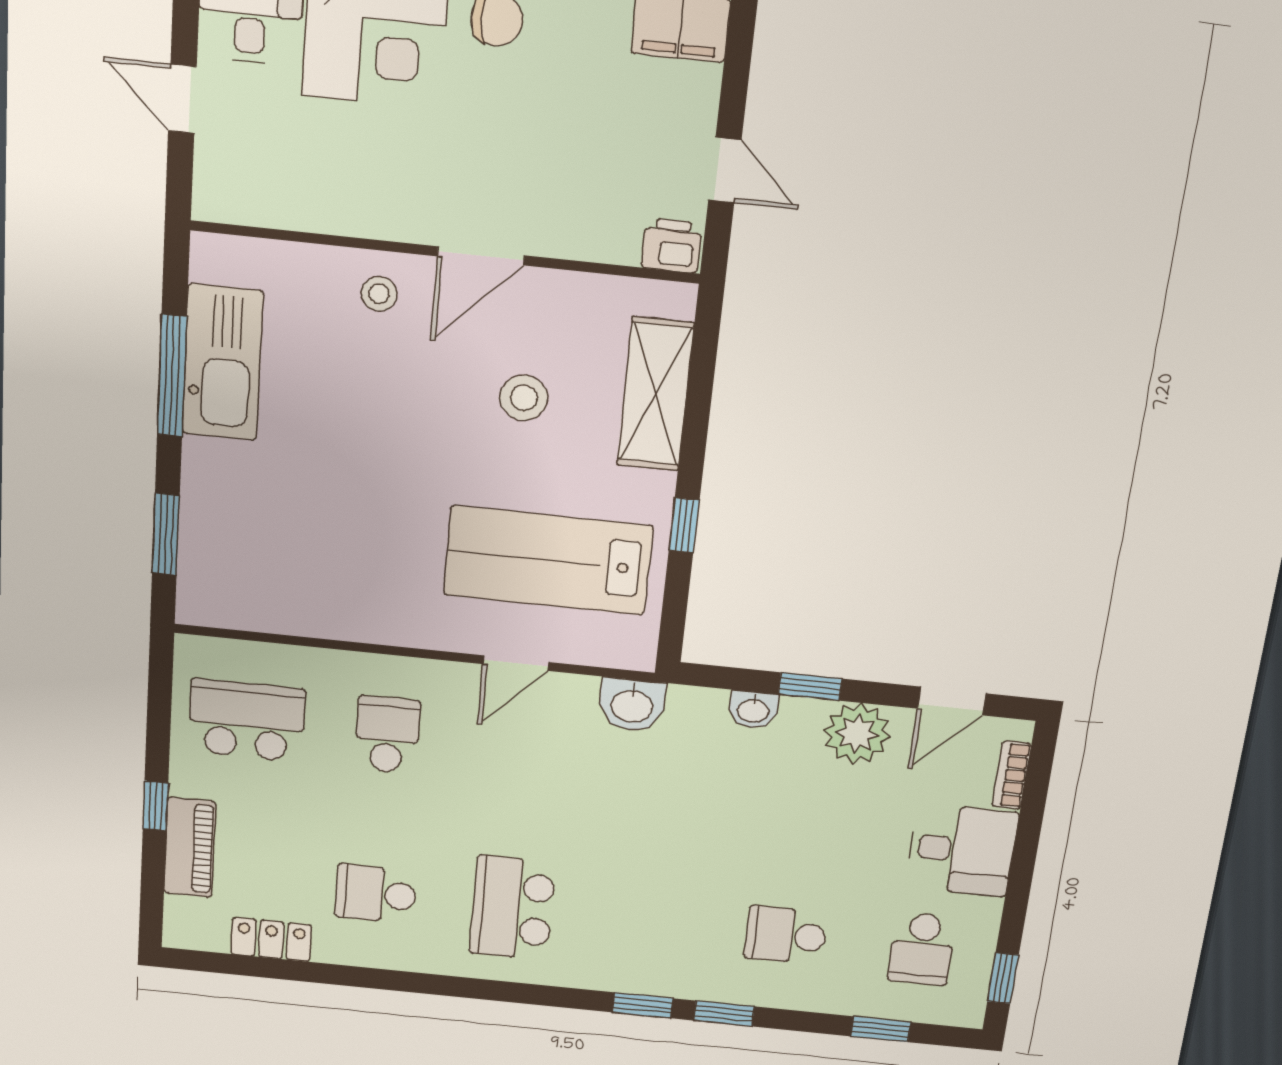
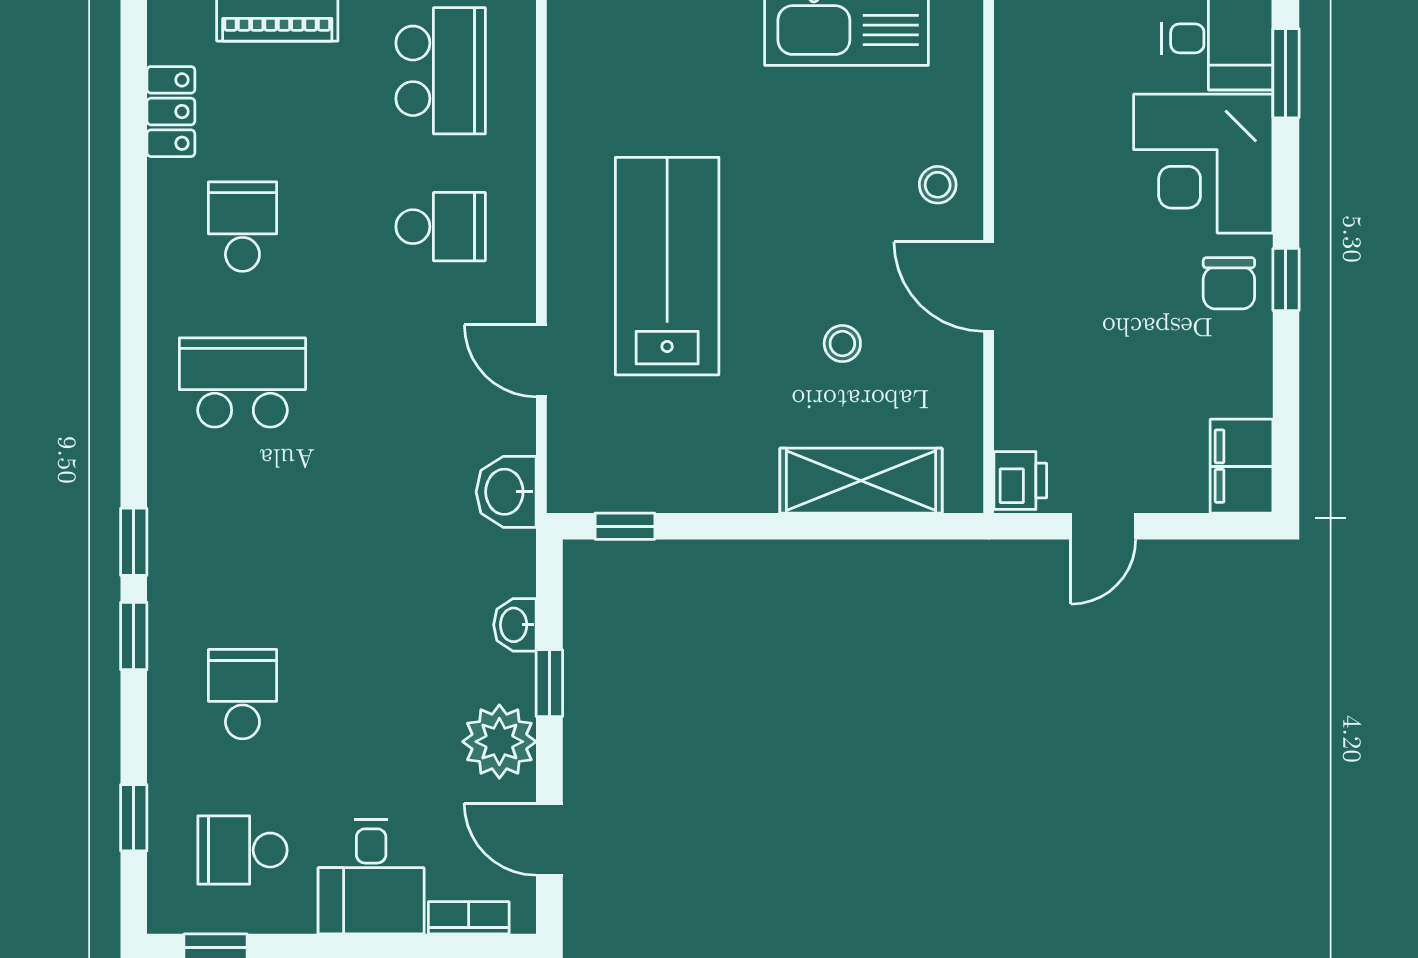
stool: (524, 398) -> (842, 344), width x0.73, depth x0.73
window: (684, 525) -> (625, 526), moved
lab bench: (548, 560) -> (667, 266), moved

